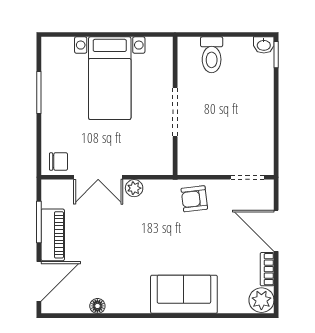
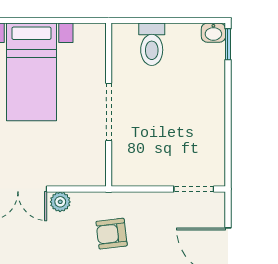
armchair: (194, 199) -> (112, 234), moved

